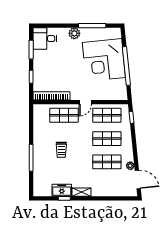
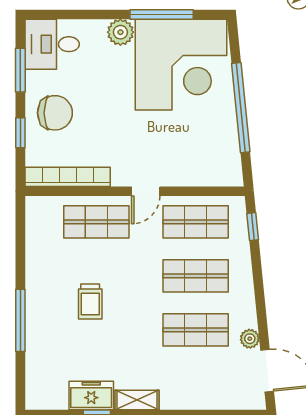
corner desk: (104, 60) -> (181, 65), moved, turned -84
chair: (46, 68) -> (55, 113), added

